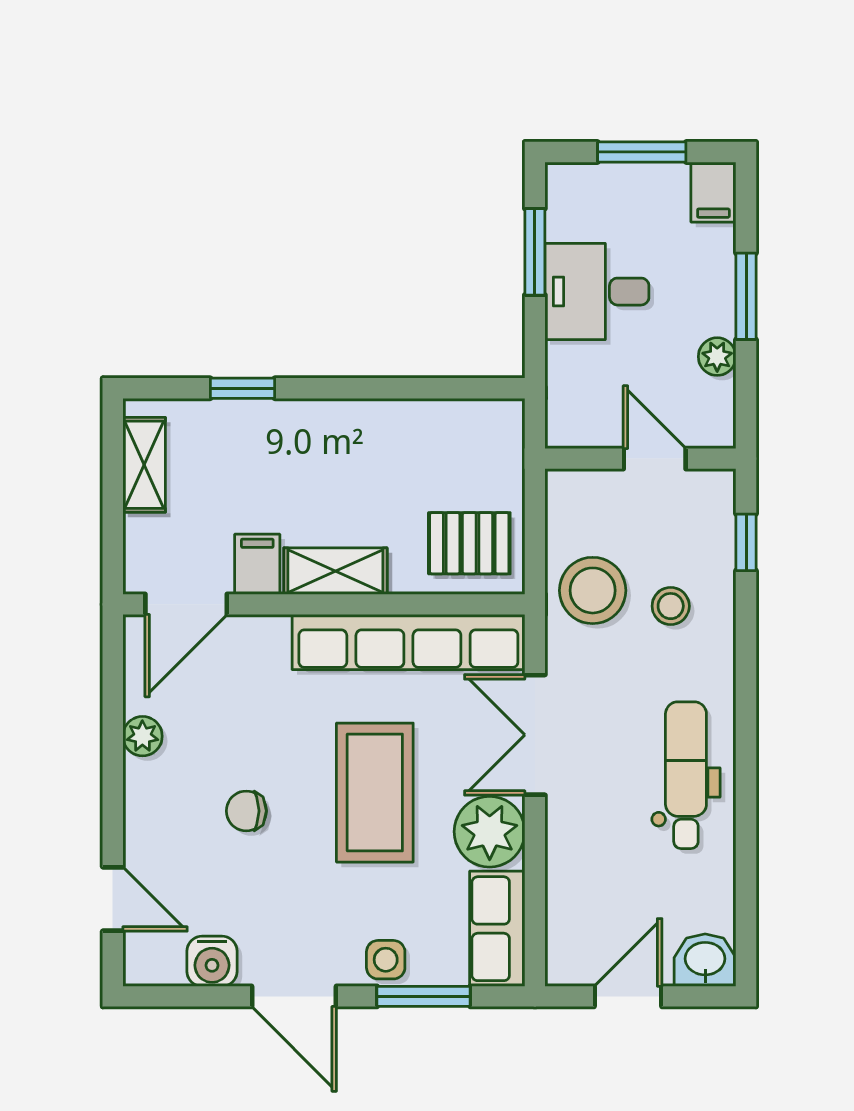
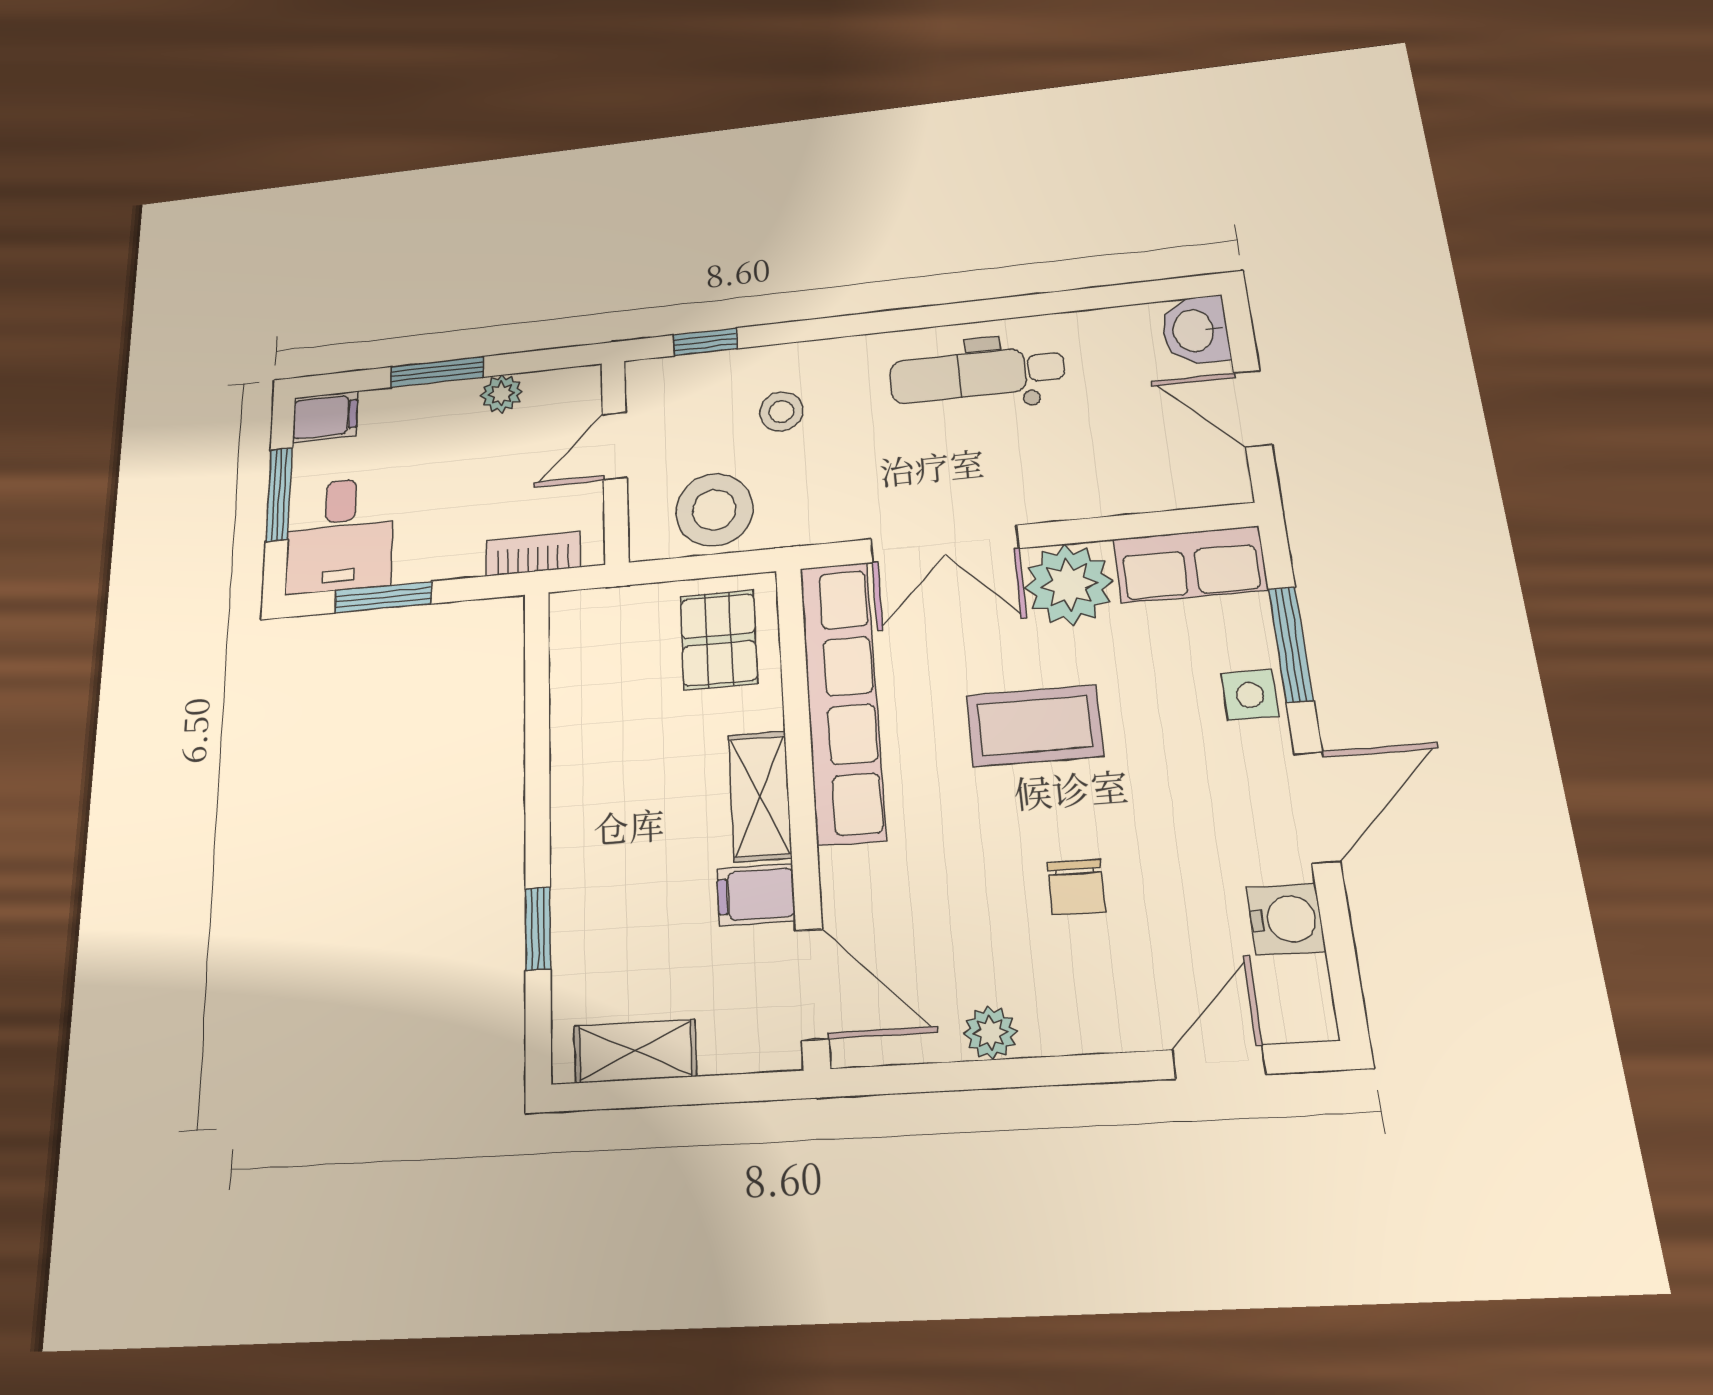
desk: (597, 292) -> (340, 535), moved
bookcase: (562, 385) -> (533, 554), added
stool: (593, 590) -> (714, 510), moved
coffee table: (375, 793) -> (1035, 726), width x0.73, depth x0.76

